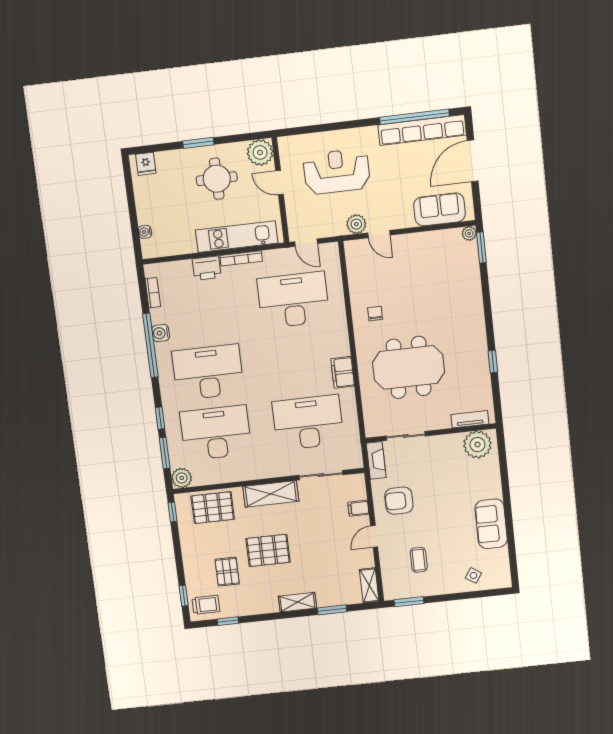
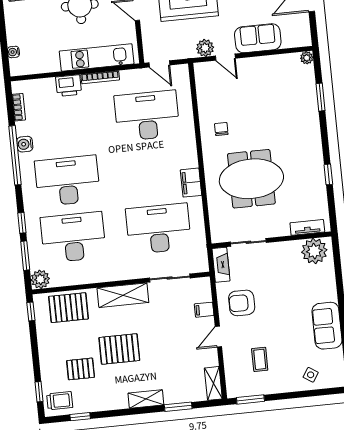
sofa: (440, 209) -> (258, 38), moved
window: (481, 248) -> (320, 97), moved
pallet: (227, 572) -> (81, 369), turned 90

